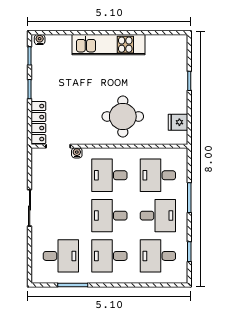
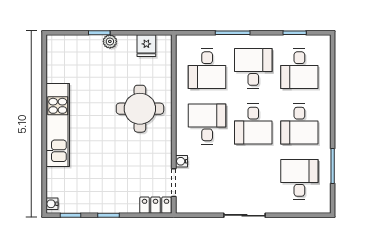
plant: (182, 90) -> (110, 41), added
locker: (38, 123) -> (156, 205), width x0.66
desk: (109, 175) -> (207, 124), turned 180

